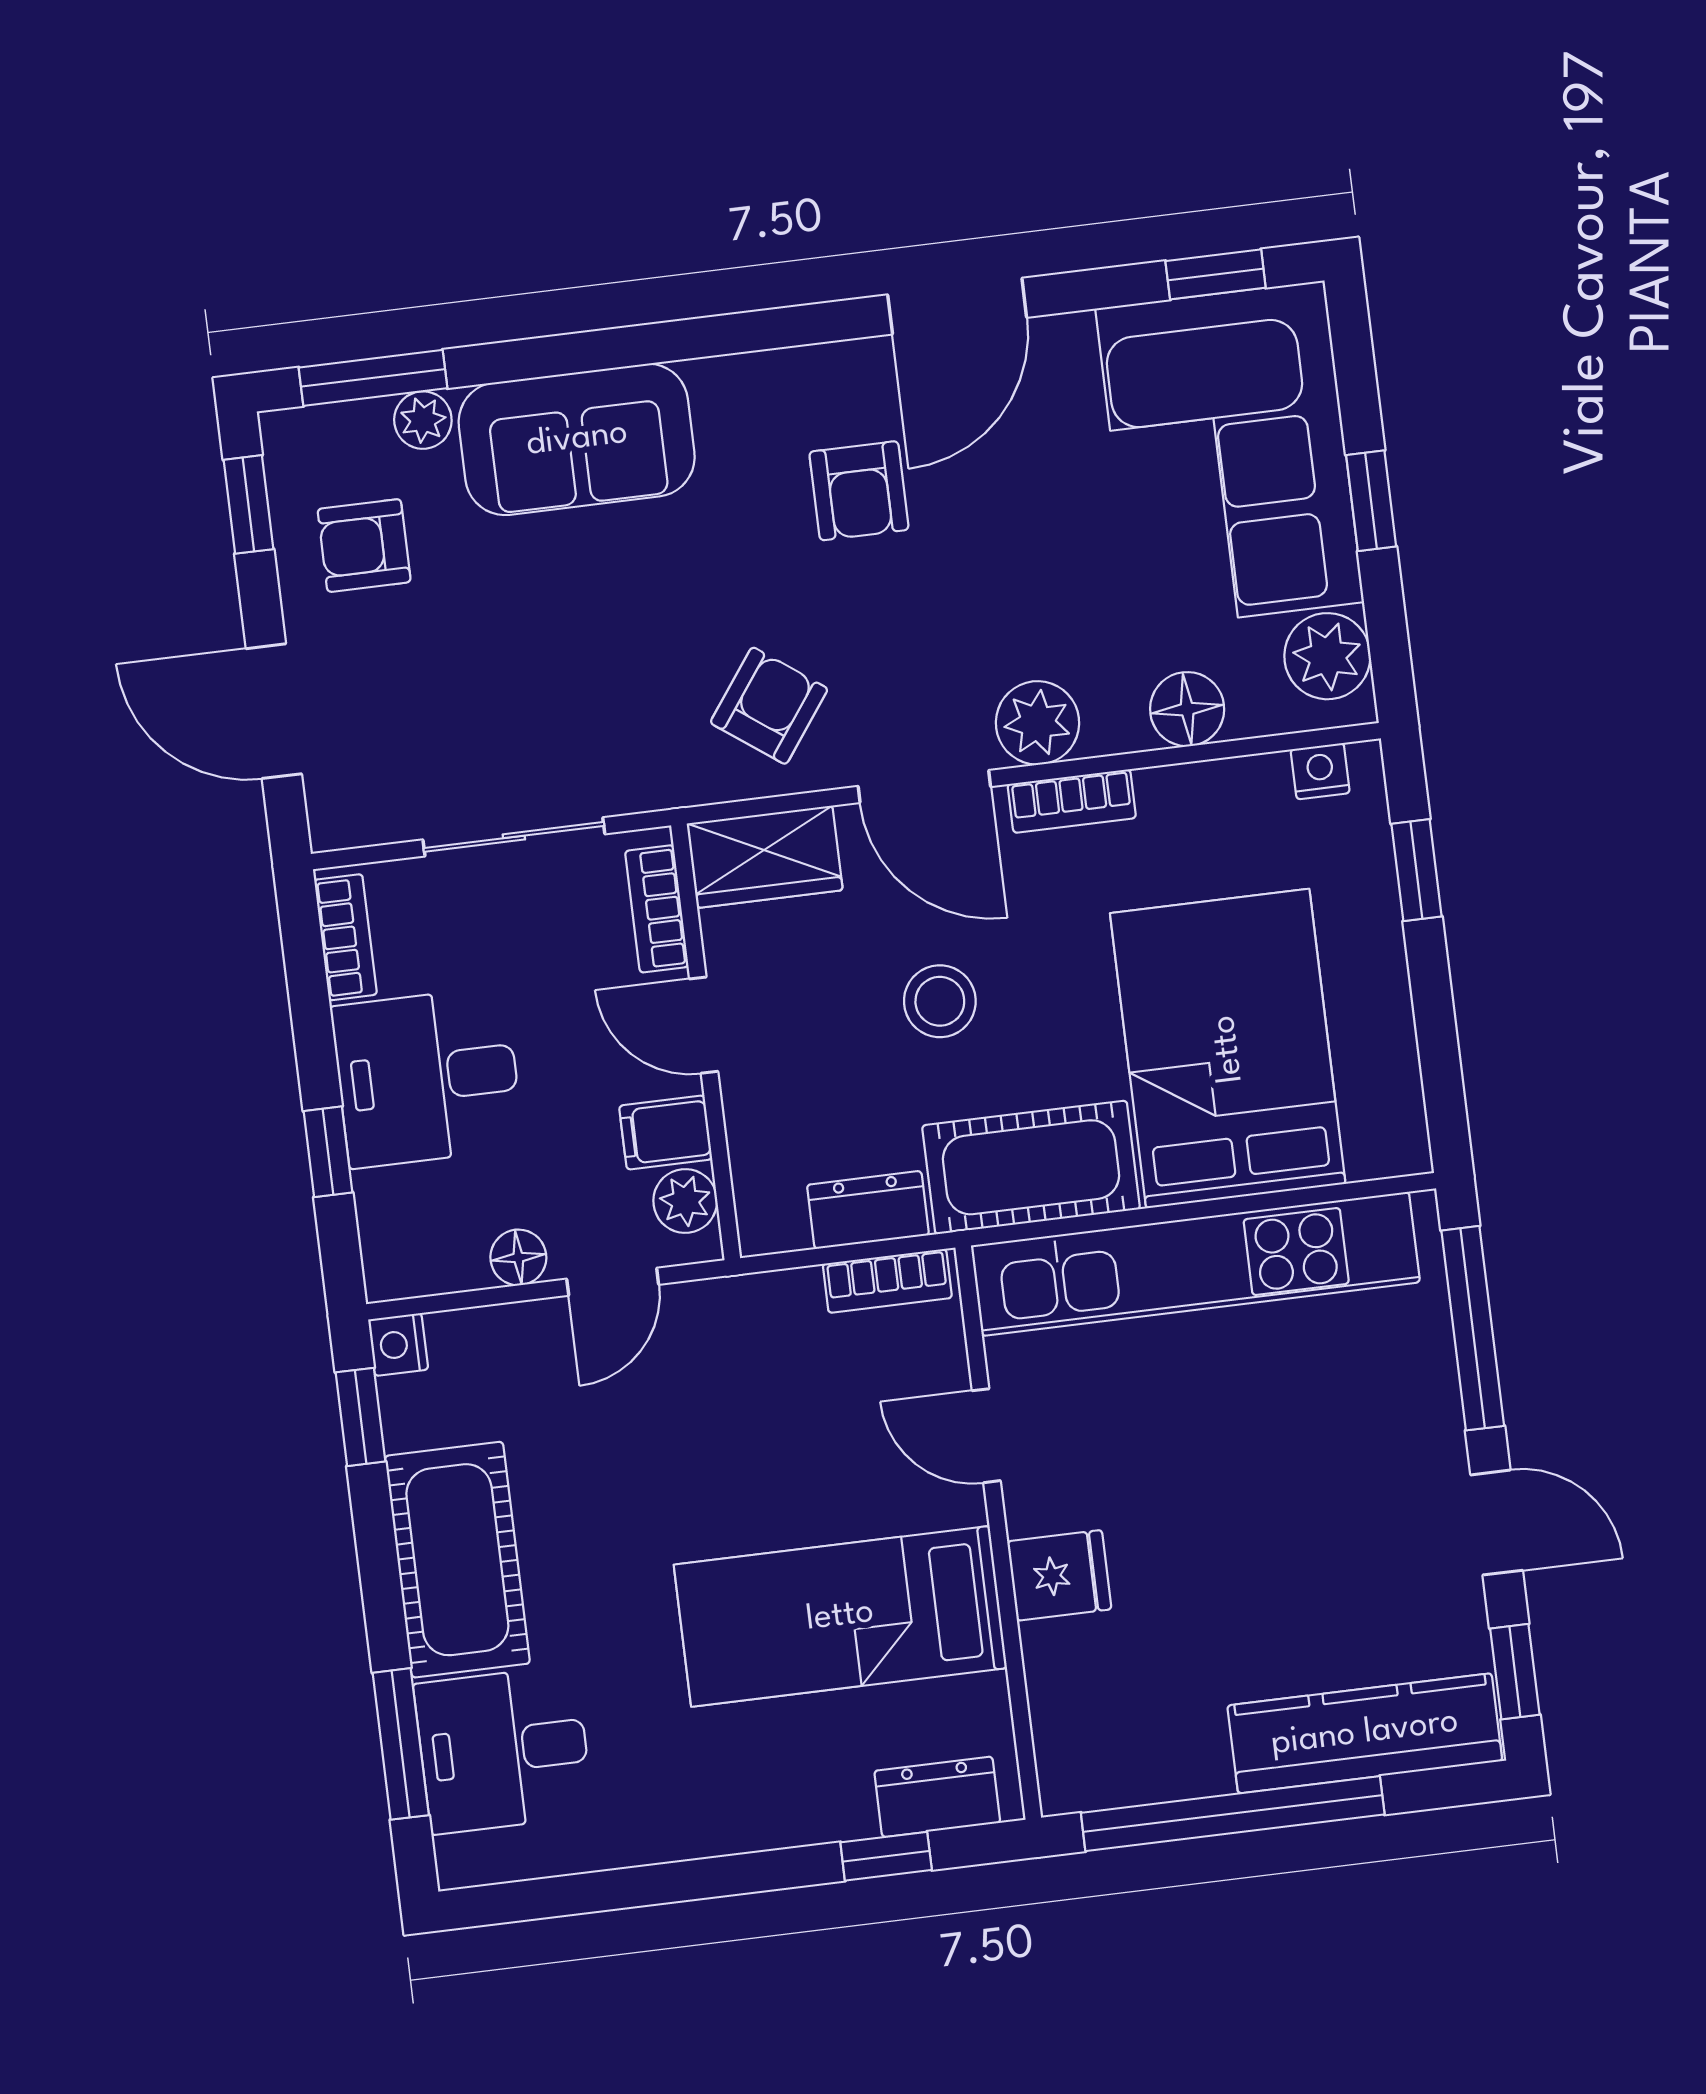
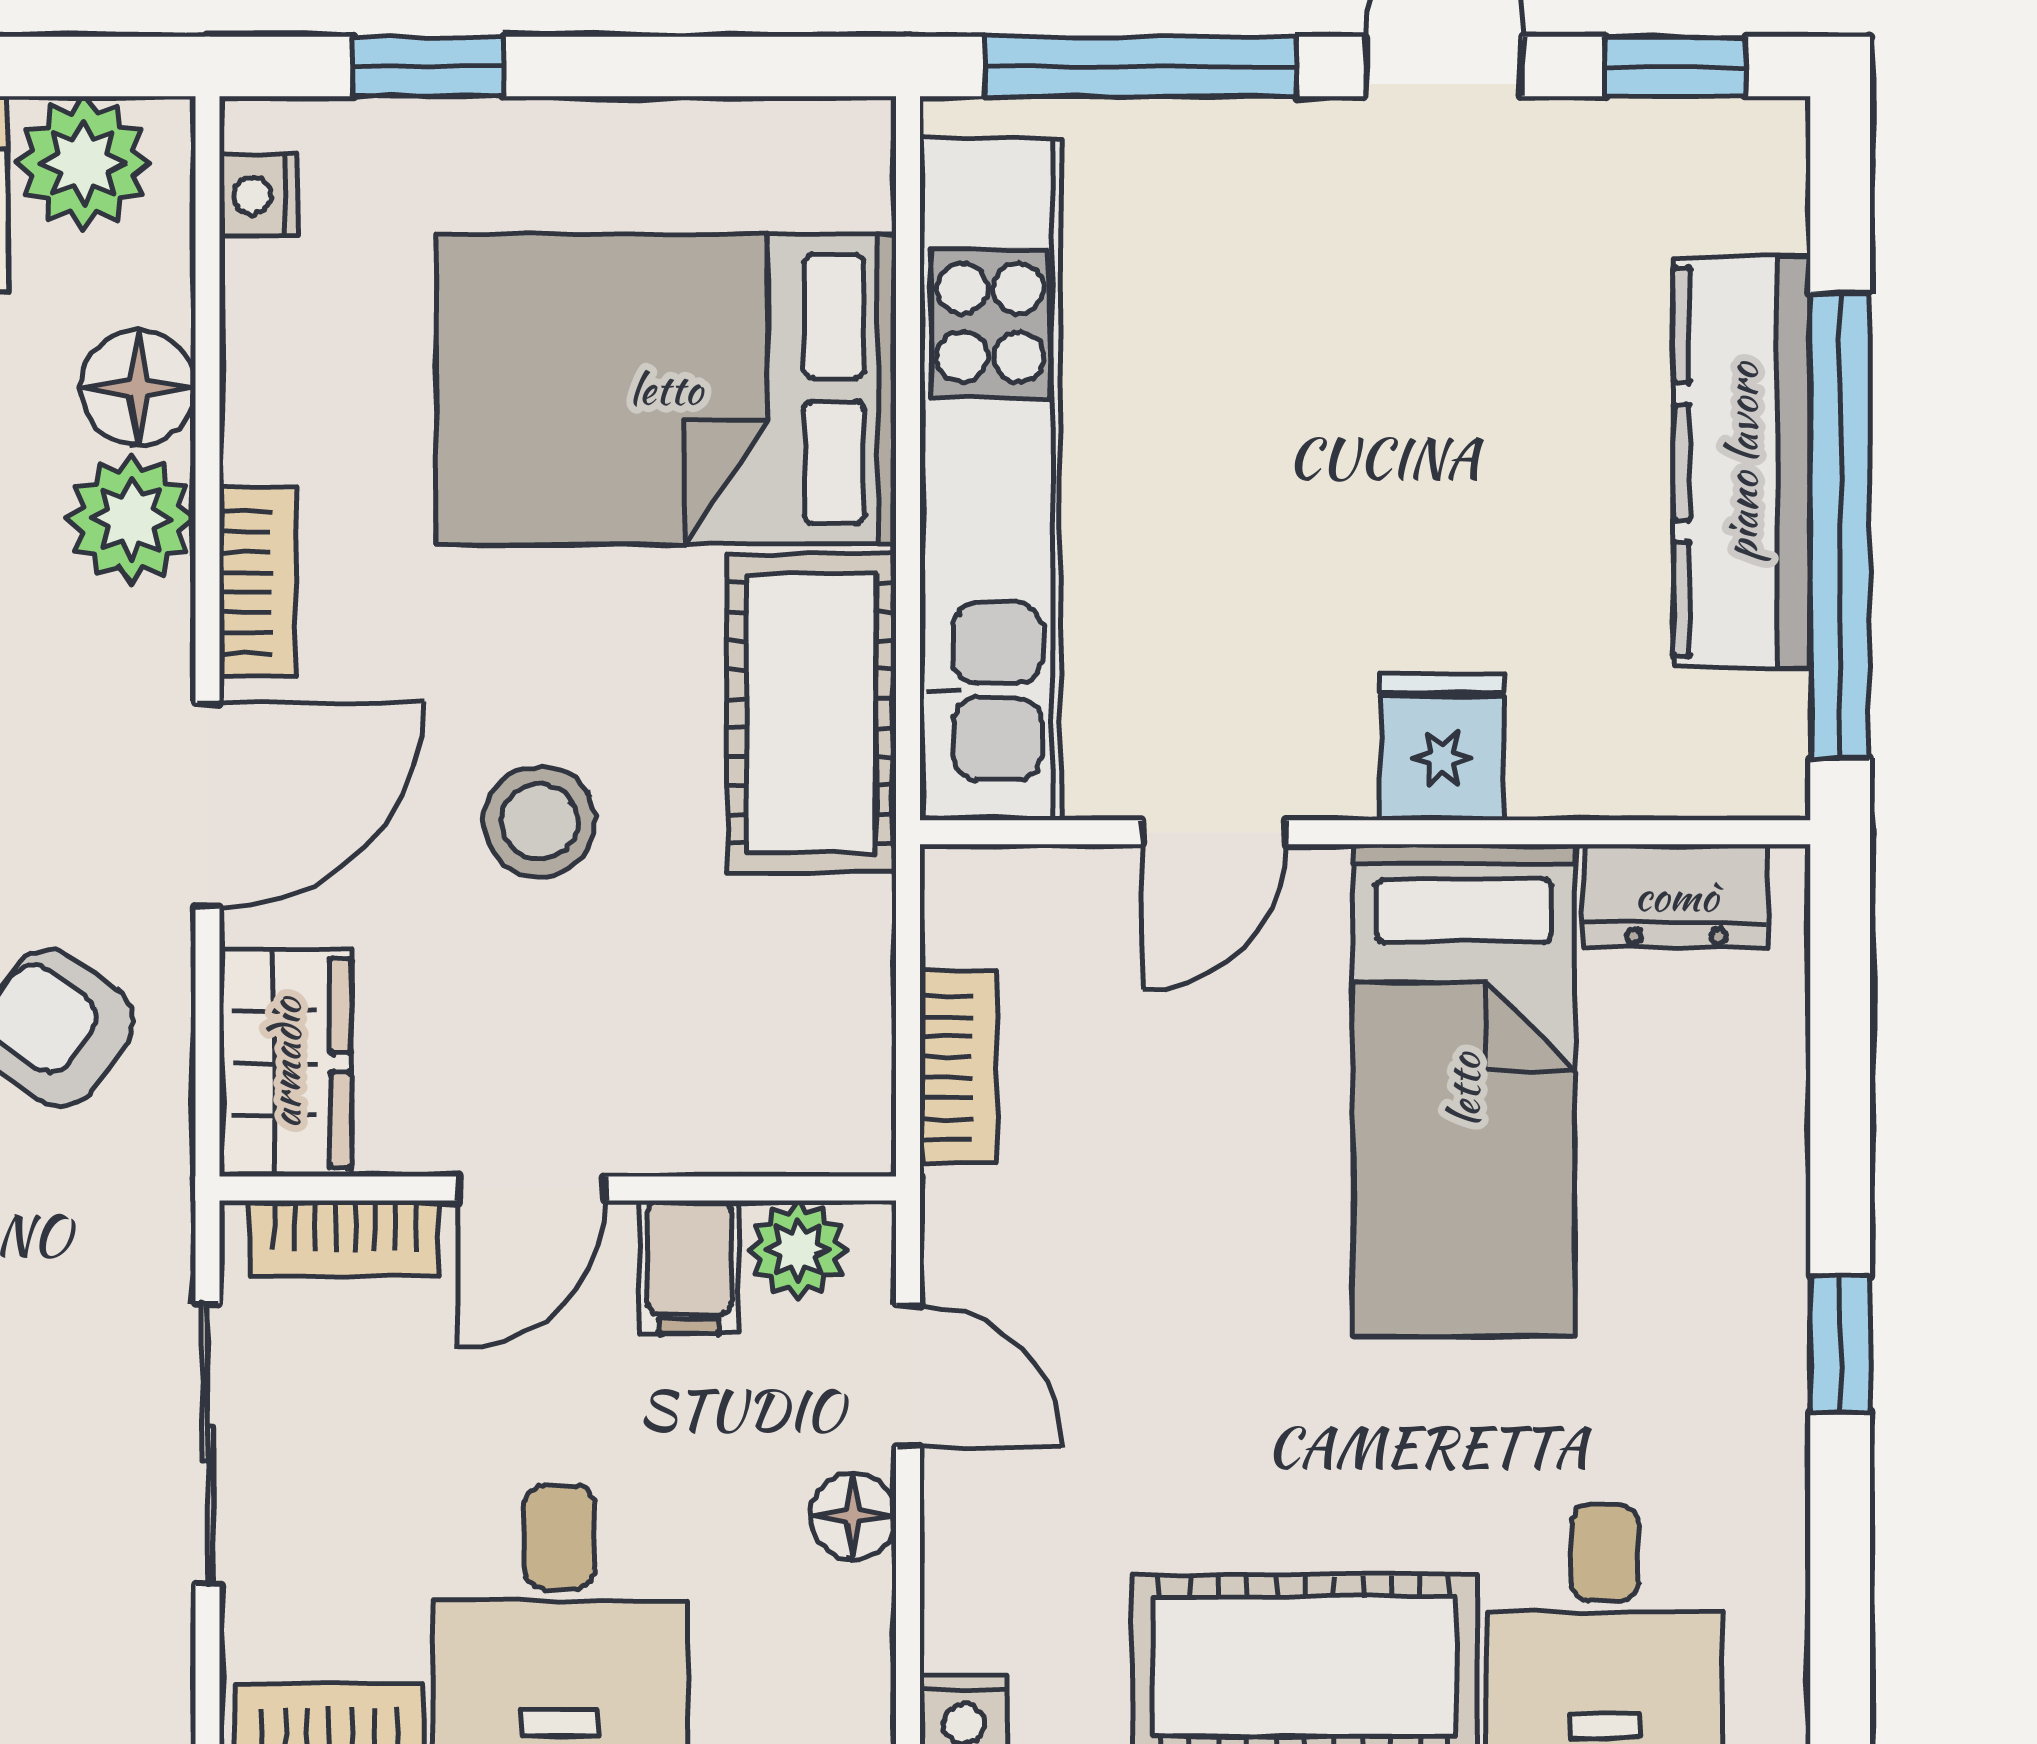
plant: (1037, 723) -> (131, 519), moved
dresser: (868, 1210) -> (846, 971), removed
bookcase: (887, 1281) -> (958, 1067), moved
kitchen counter: (1365, 1733) -> (1742, 462), moved
dresser: (937, 1797) -> (1676, 896), moved, turned -90
window: (886, 1856) -> (1840, 1344), moved

